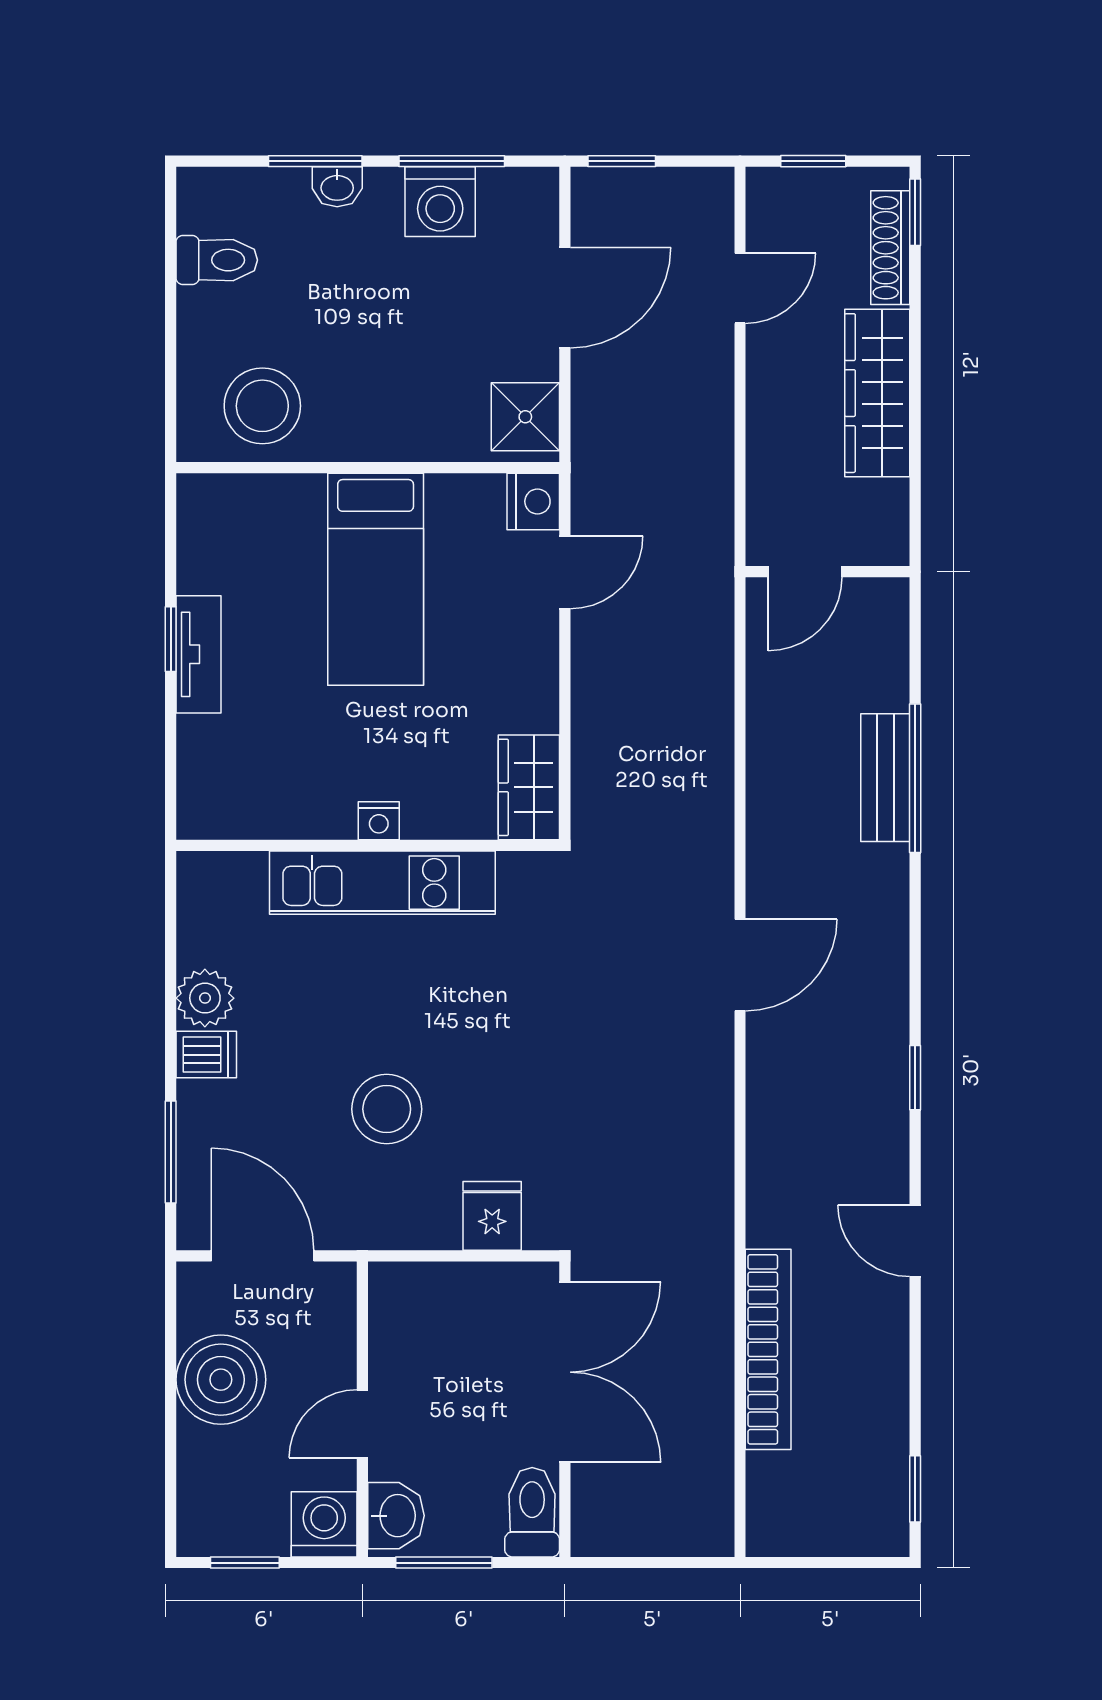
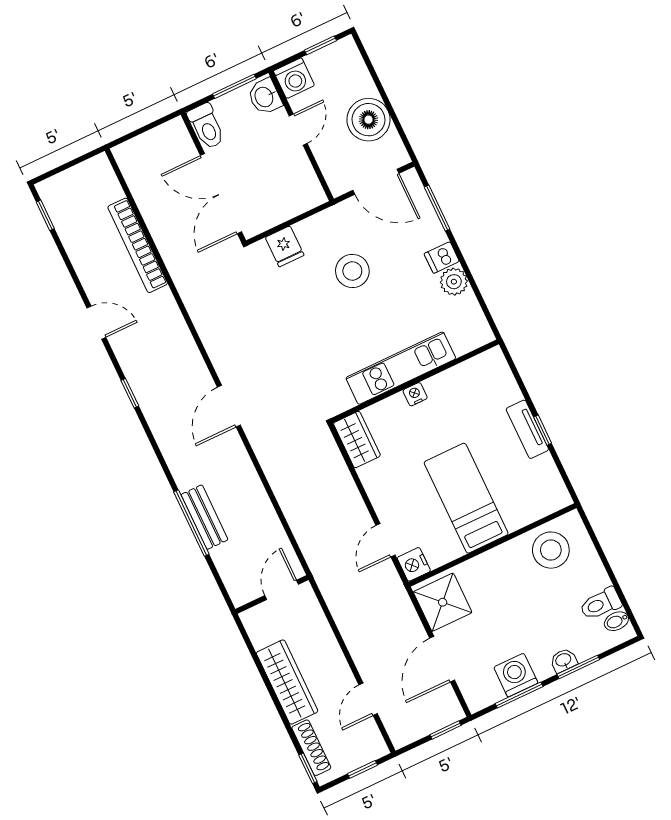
bidet: (202, 213) -> (616, 621), added
shower: (525, 417) -> (443, 602), width x1.36, depth x1.36

